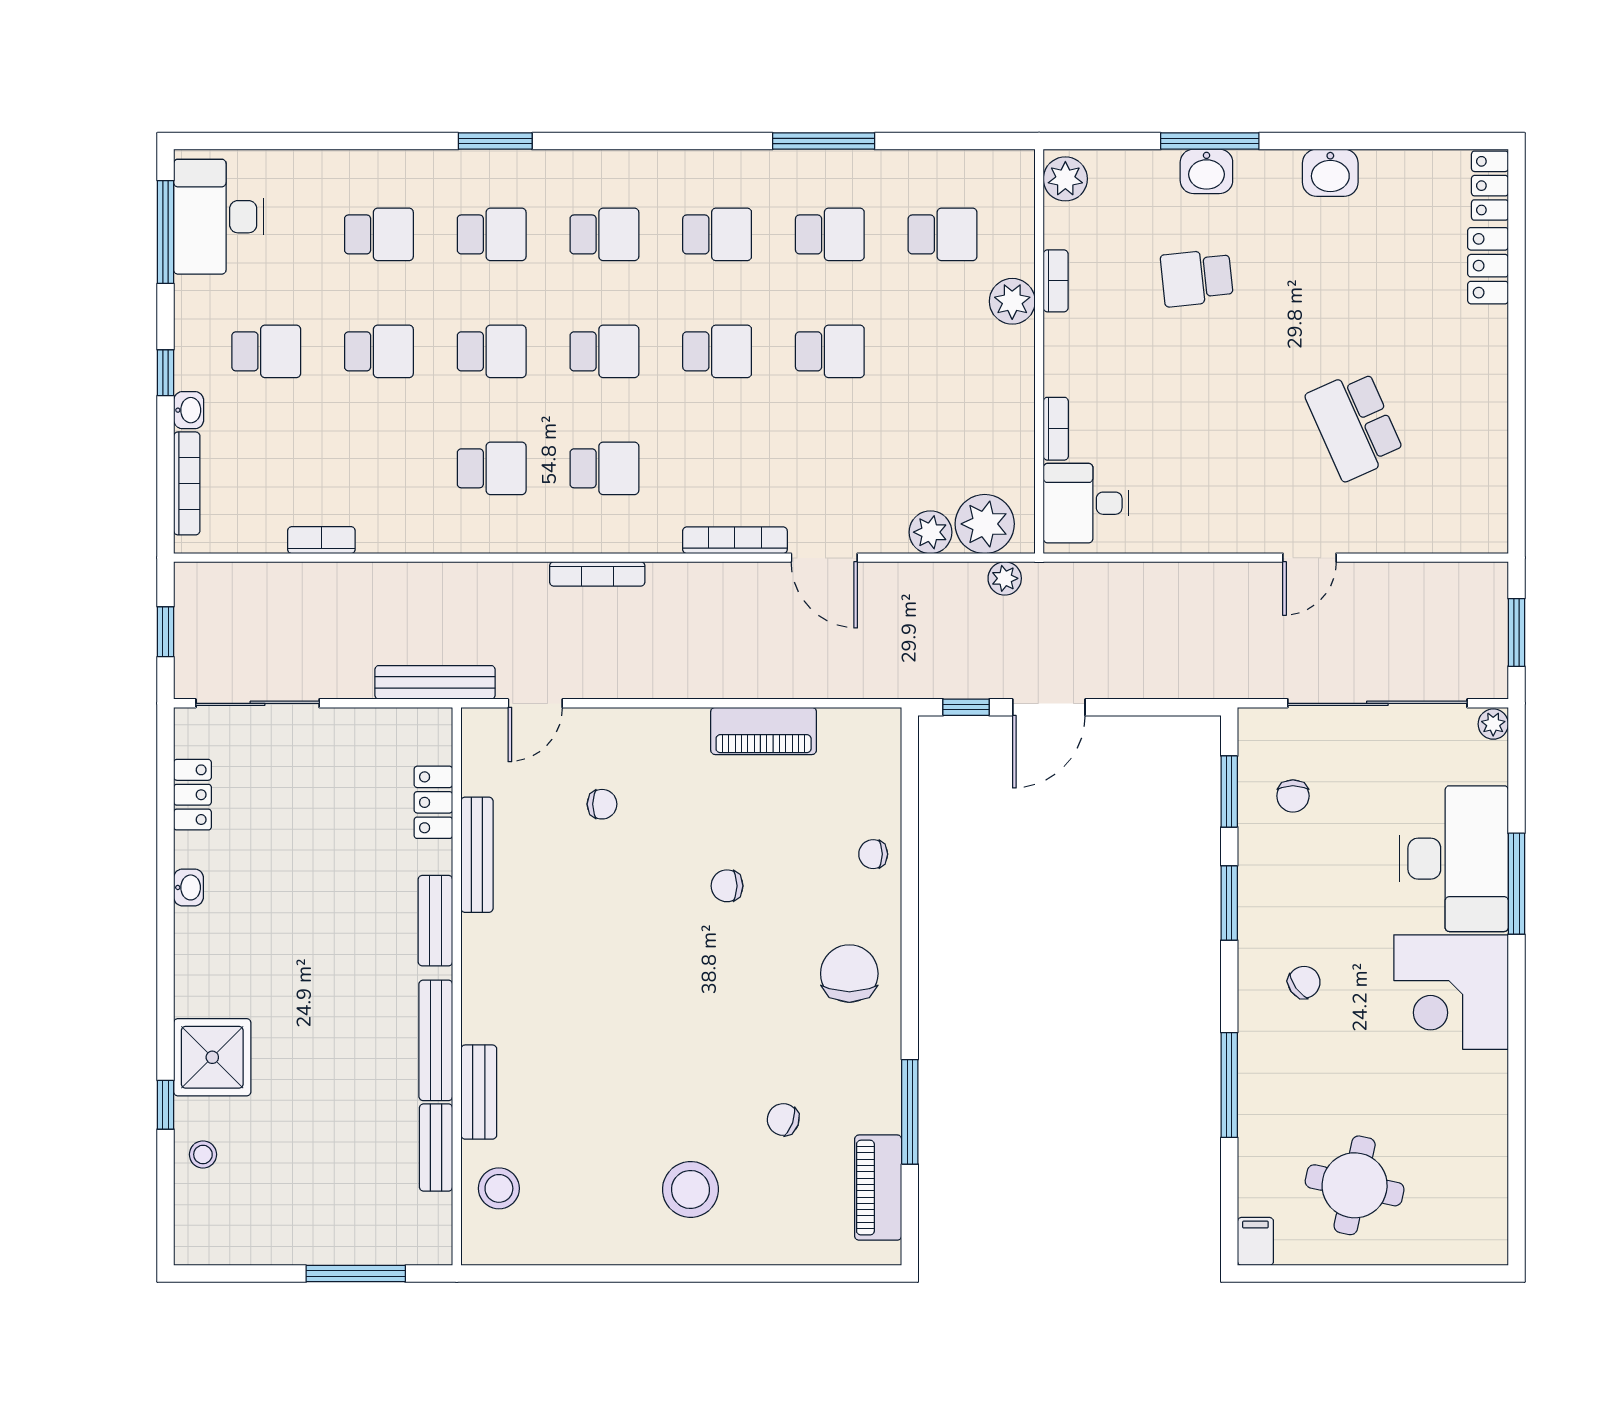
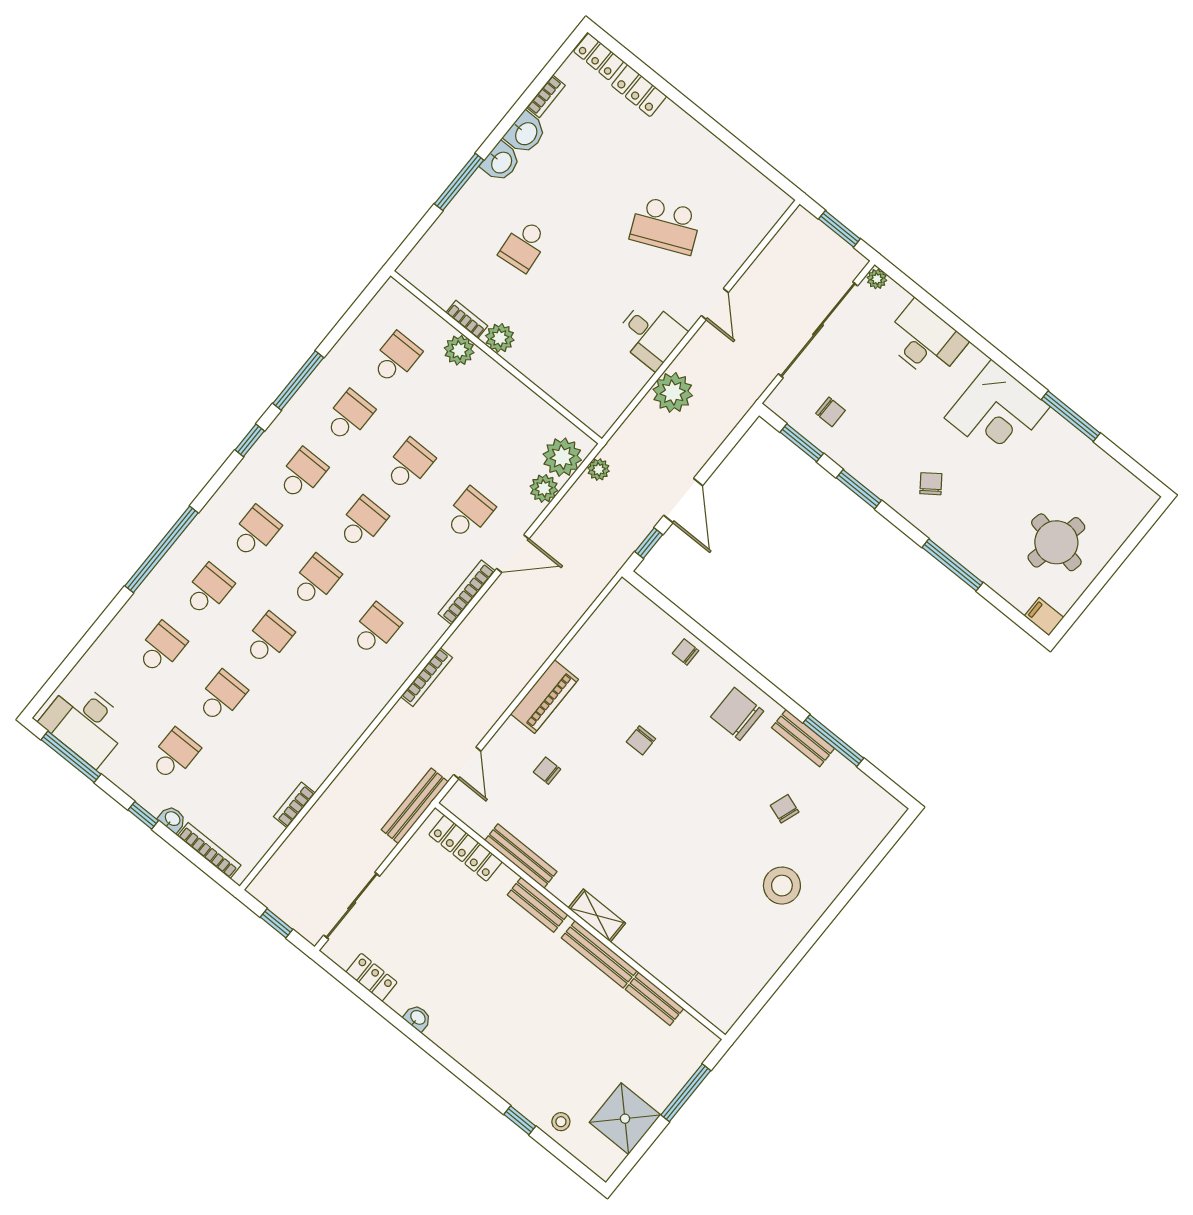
window: (495, 141) -> (161, 549), width x2.11
window: (707, 141) -> (250, 440), added
washbasin: (1206, 171) -> (501, 162), moved
plant: (1065, 179) -> (500, 338), moved
bookcase: (1056, 429) -> (546, 96), moved, turned 90
school desk: (492, 468) -> (469, 514), moved
desk: (1086, 503) -> (650, 335), moved, turned -90
plant: (1166, 592) -> (673, 392), added
piano: (764, 731) -> (544, 697), moved
locker: (433, 802) -> (465, 848), width x1.53
chair: (602, 804) -> (547, 771), turned -90
chair: (873, 854) -> (686, 652), turned 90
desk: (1454, 859) -> (925, 341), width x0.73, depth x0.77
window: (1516, 884) -> (1071, 416), moved
shelving: (479, 1001) -> (597, 916), added
shower: (212, 1057) -> (625, 1119), moved
bench: (479, 1092) -> (803, 738), moved
chair: (783, 1120) -> (785, 809), turned 89
stool: (499, 1188) -> (702, 984), removed
piano: (878, 1188) -> (859, 788), removed

